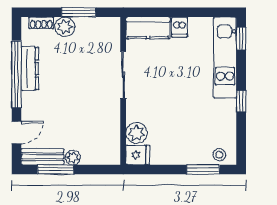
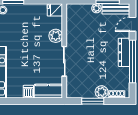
dresser: (30, 68) -> (124, 52), moved
plant: (137, 133) -> (56, 36), moved

